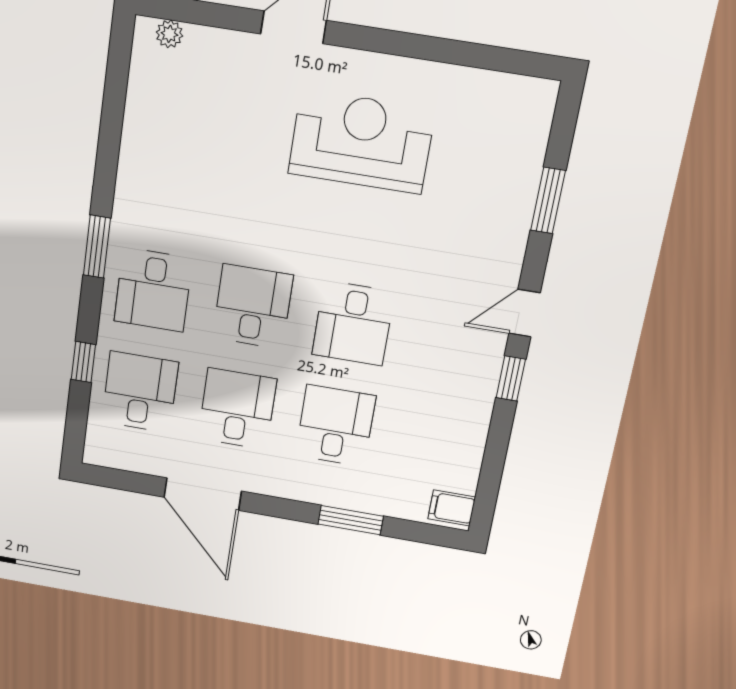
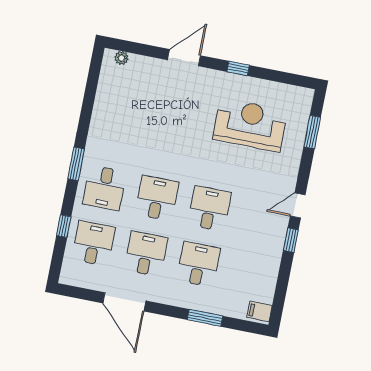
window: (403, 44) -> (238, 68), added
reception desk: (361, 142) -> (250, 125), moved
window: (548, 200) -> (312, 132), moved
desk: (353, 323) -> (209, 209), turned 180

